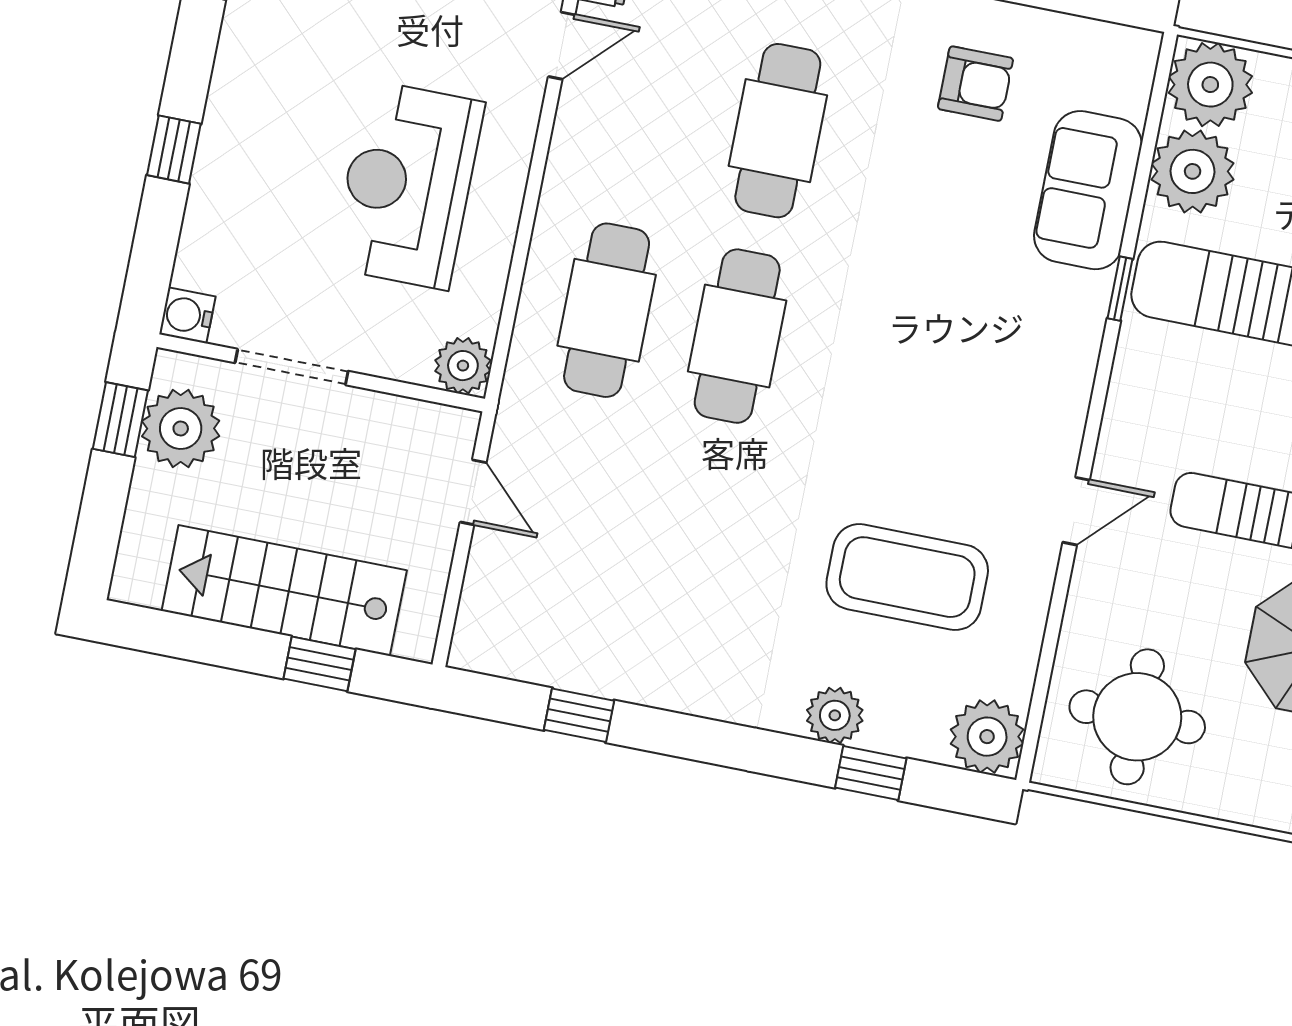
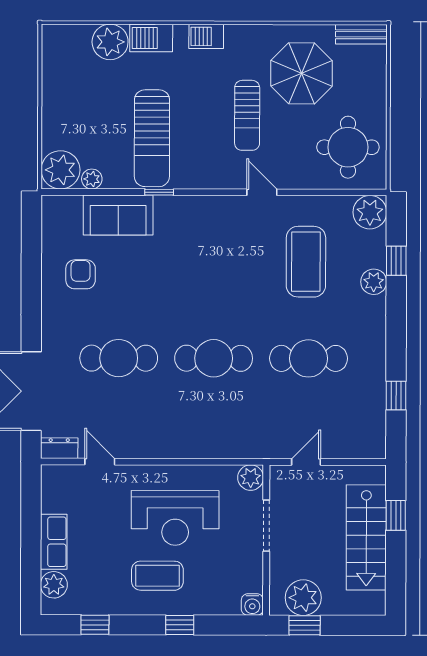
coffee table: (290, 122) -> (157, 576), added
plant: (1193, 171) -> (92, 179), width x0.53, depth x0.53
cafe table: (607, 310) -> (308, 358), moved
doorway: (292, 367) -> (266, 526), moved

